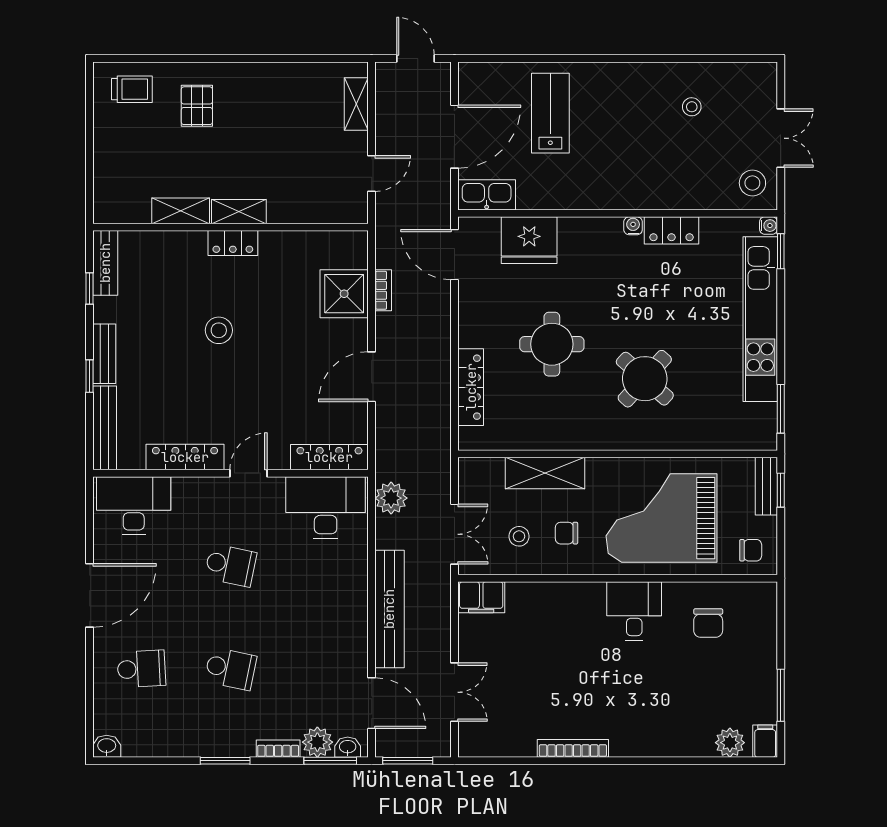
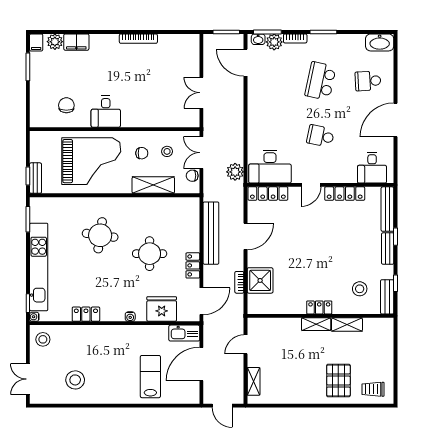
pallet: (197, 106) -> (338, 380), width x1.50, depth x1.42
stool: (692, 107) -> (75, 380), width x1.89, depth x1.89
lab bench: (550, 113) -> (150, 377), turned 180
double door: (781, 138) -> (28, 379), moved
water cooler: (633, 226) -> (130, 317), moved
door: (454, 255) -> (201, 301), hinge flipped
stool: (219, 330) -> (360, 289), moved
round table: (645, 379) -> (100, 235), turned -34
locker: (471, 387) -> (193, 265), moved, width x0.66
desk: (134, 506) -> (372, 168), width x0.73
chair: (751, 550) -> (192, 176), moved
filing cabinet: (481, 597) -> (76, 42), moved, turned 180
bench: (389, 609) -> (211, 233), moved
school desk: (231, 669) -> (320, 81), width x1.85
double door: (454, 692) -> (201, 93), moved
washbasin: (107, 746) -> (380, 42), width x1.91, depth x1.45

